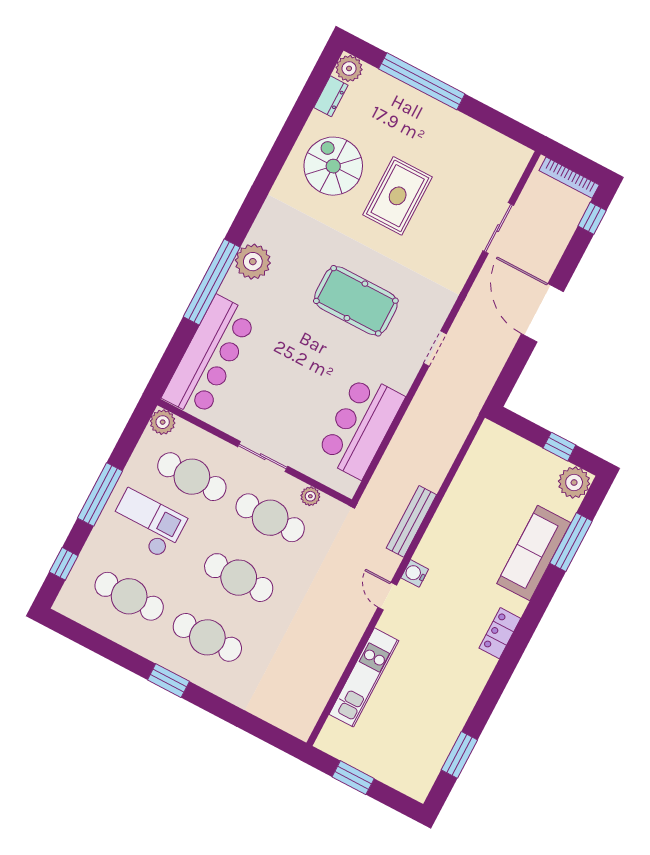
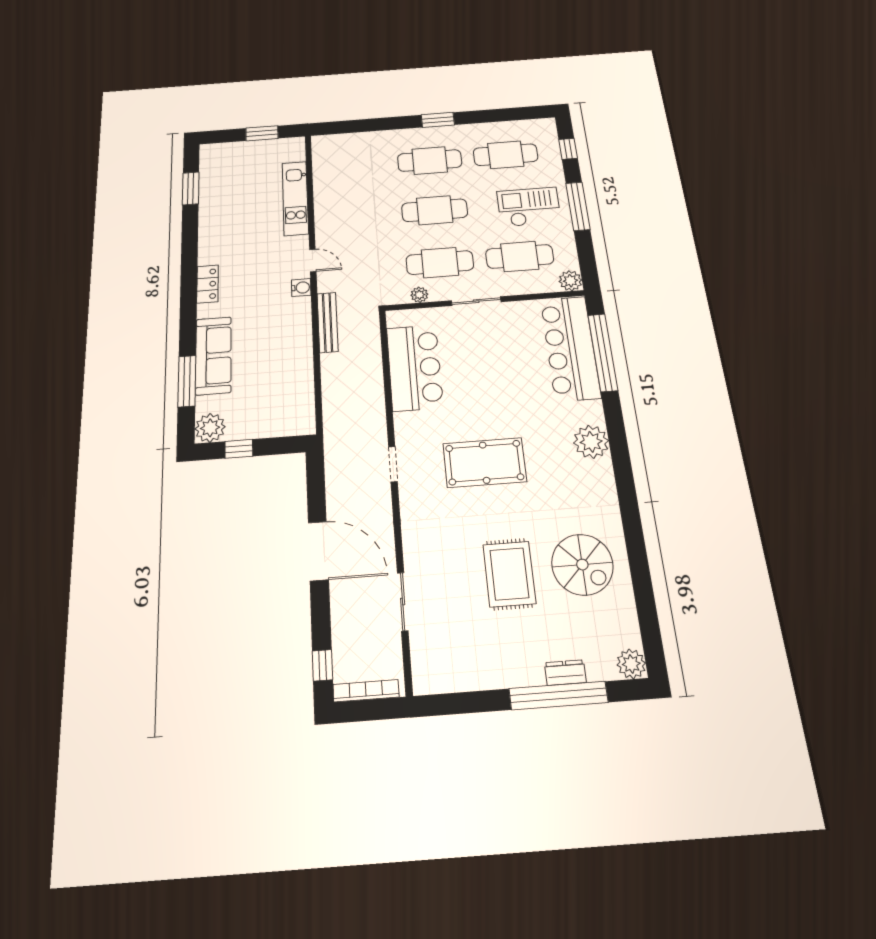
dresser: (331, 96) -> (565, 673), moved, turned 90
window: (212, 282) -> (603, 352), moved
checkout: (147, 524) -> (529, 207), turned 180

